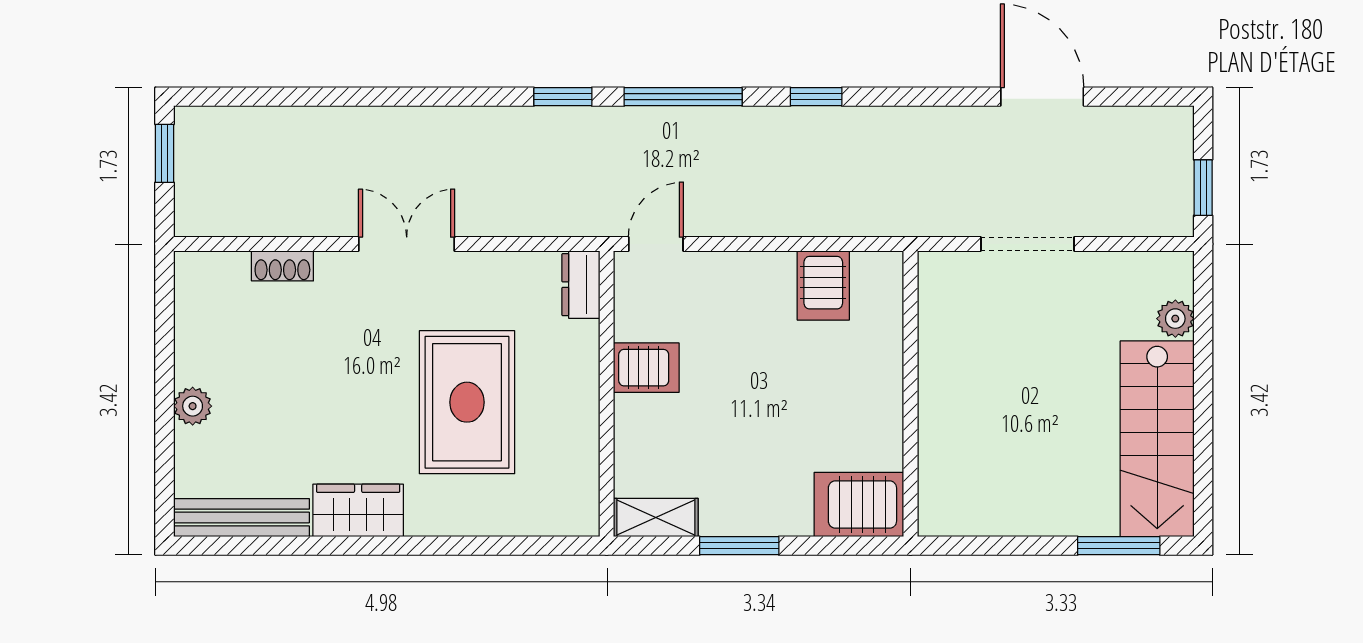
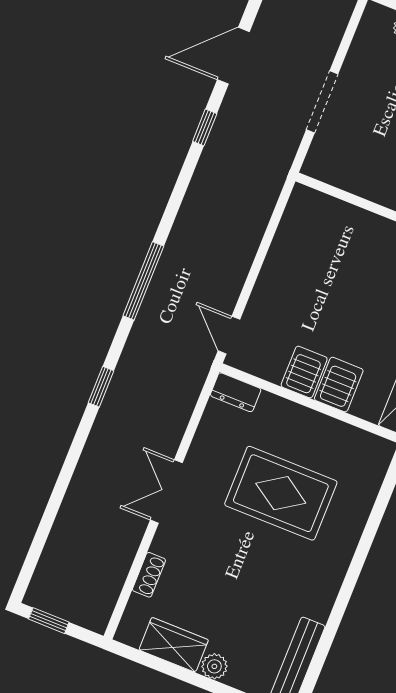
window: (563, 97) -> (101, 387), moved
window: (816, 97) -> (205, 127), moved
server rack: (823, 285) -> (339, 385), moved, turned -90
wardrobe: (358, 510) -> (174, 645), moved, turned 90

